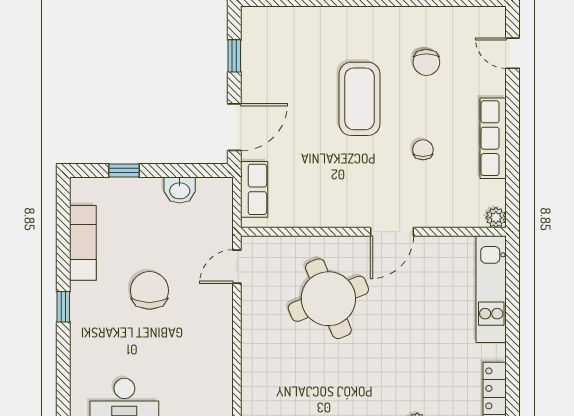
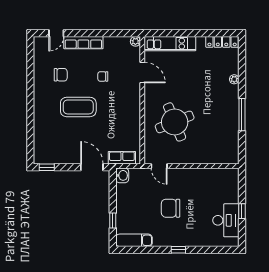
window: (234, 56) -> (47, 167), moved
row of seats: (493, 138) -> (83, 43), moved
washbasin: (180, 190) -> (122, 175), moved
door: (392, 232) -> (142, 72), moved
exam couch: (83, 243) -> (134, 240), moved

